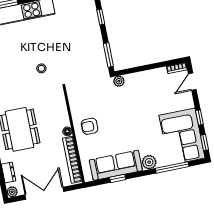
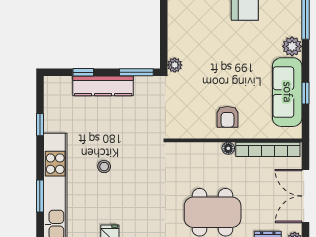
kitchen counter: (94, 33) -> (103, 86), added
stool: (41, 68) -> (104, 167), moved

